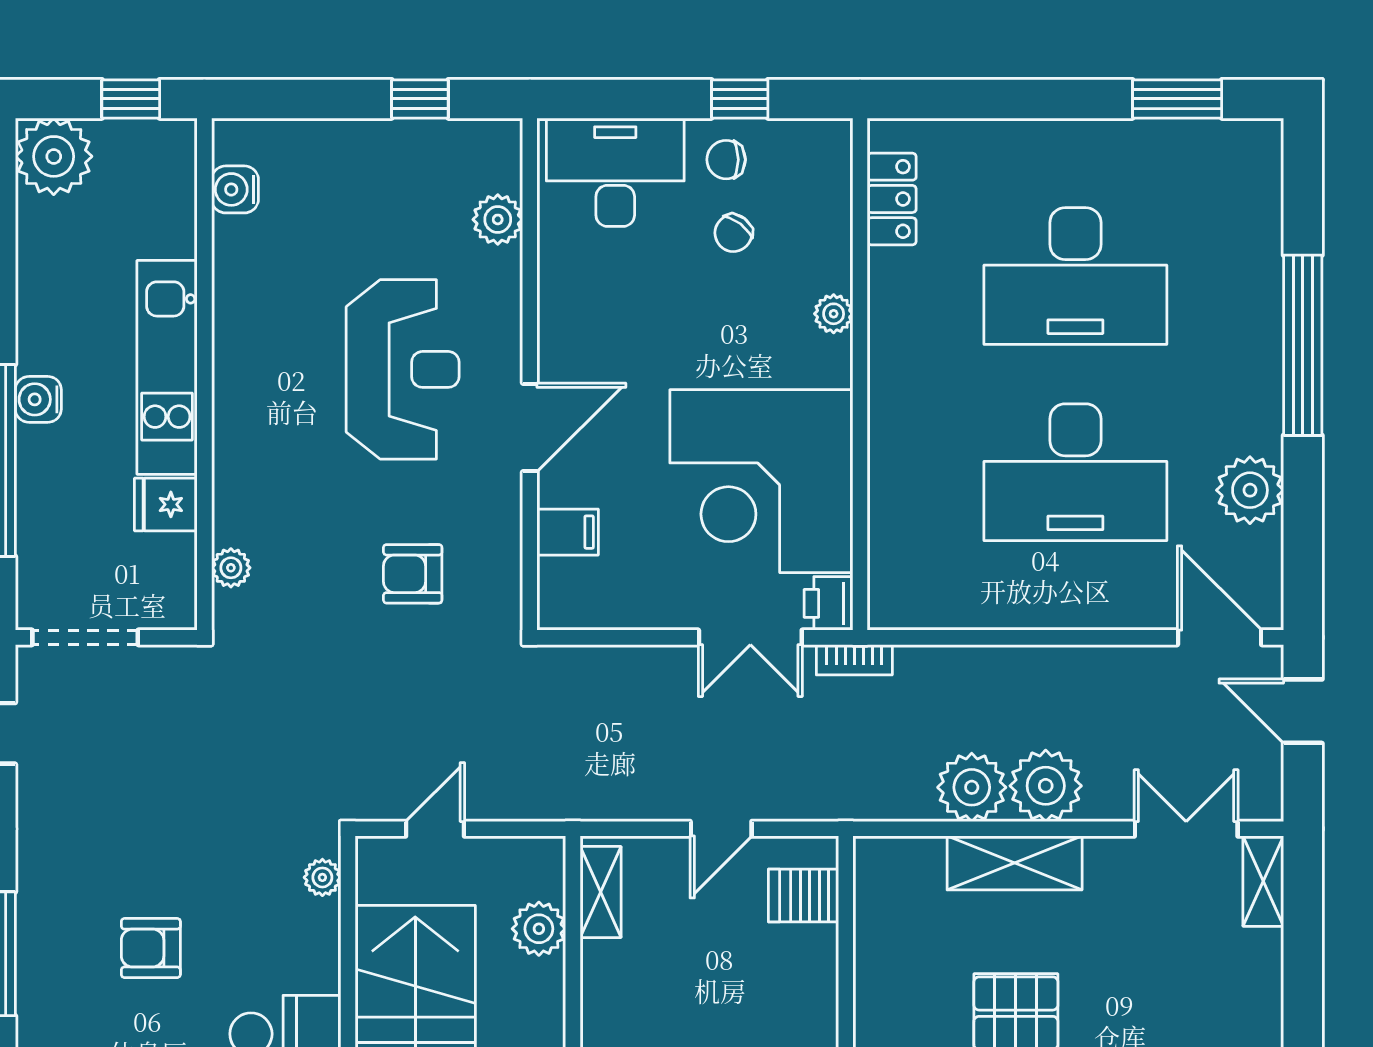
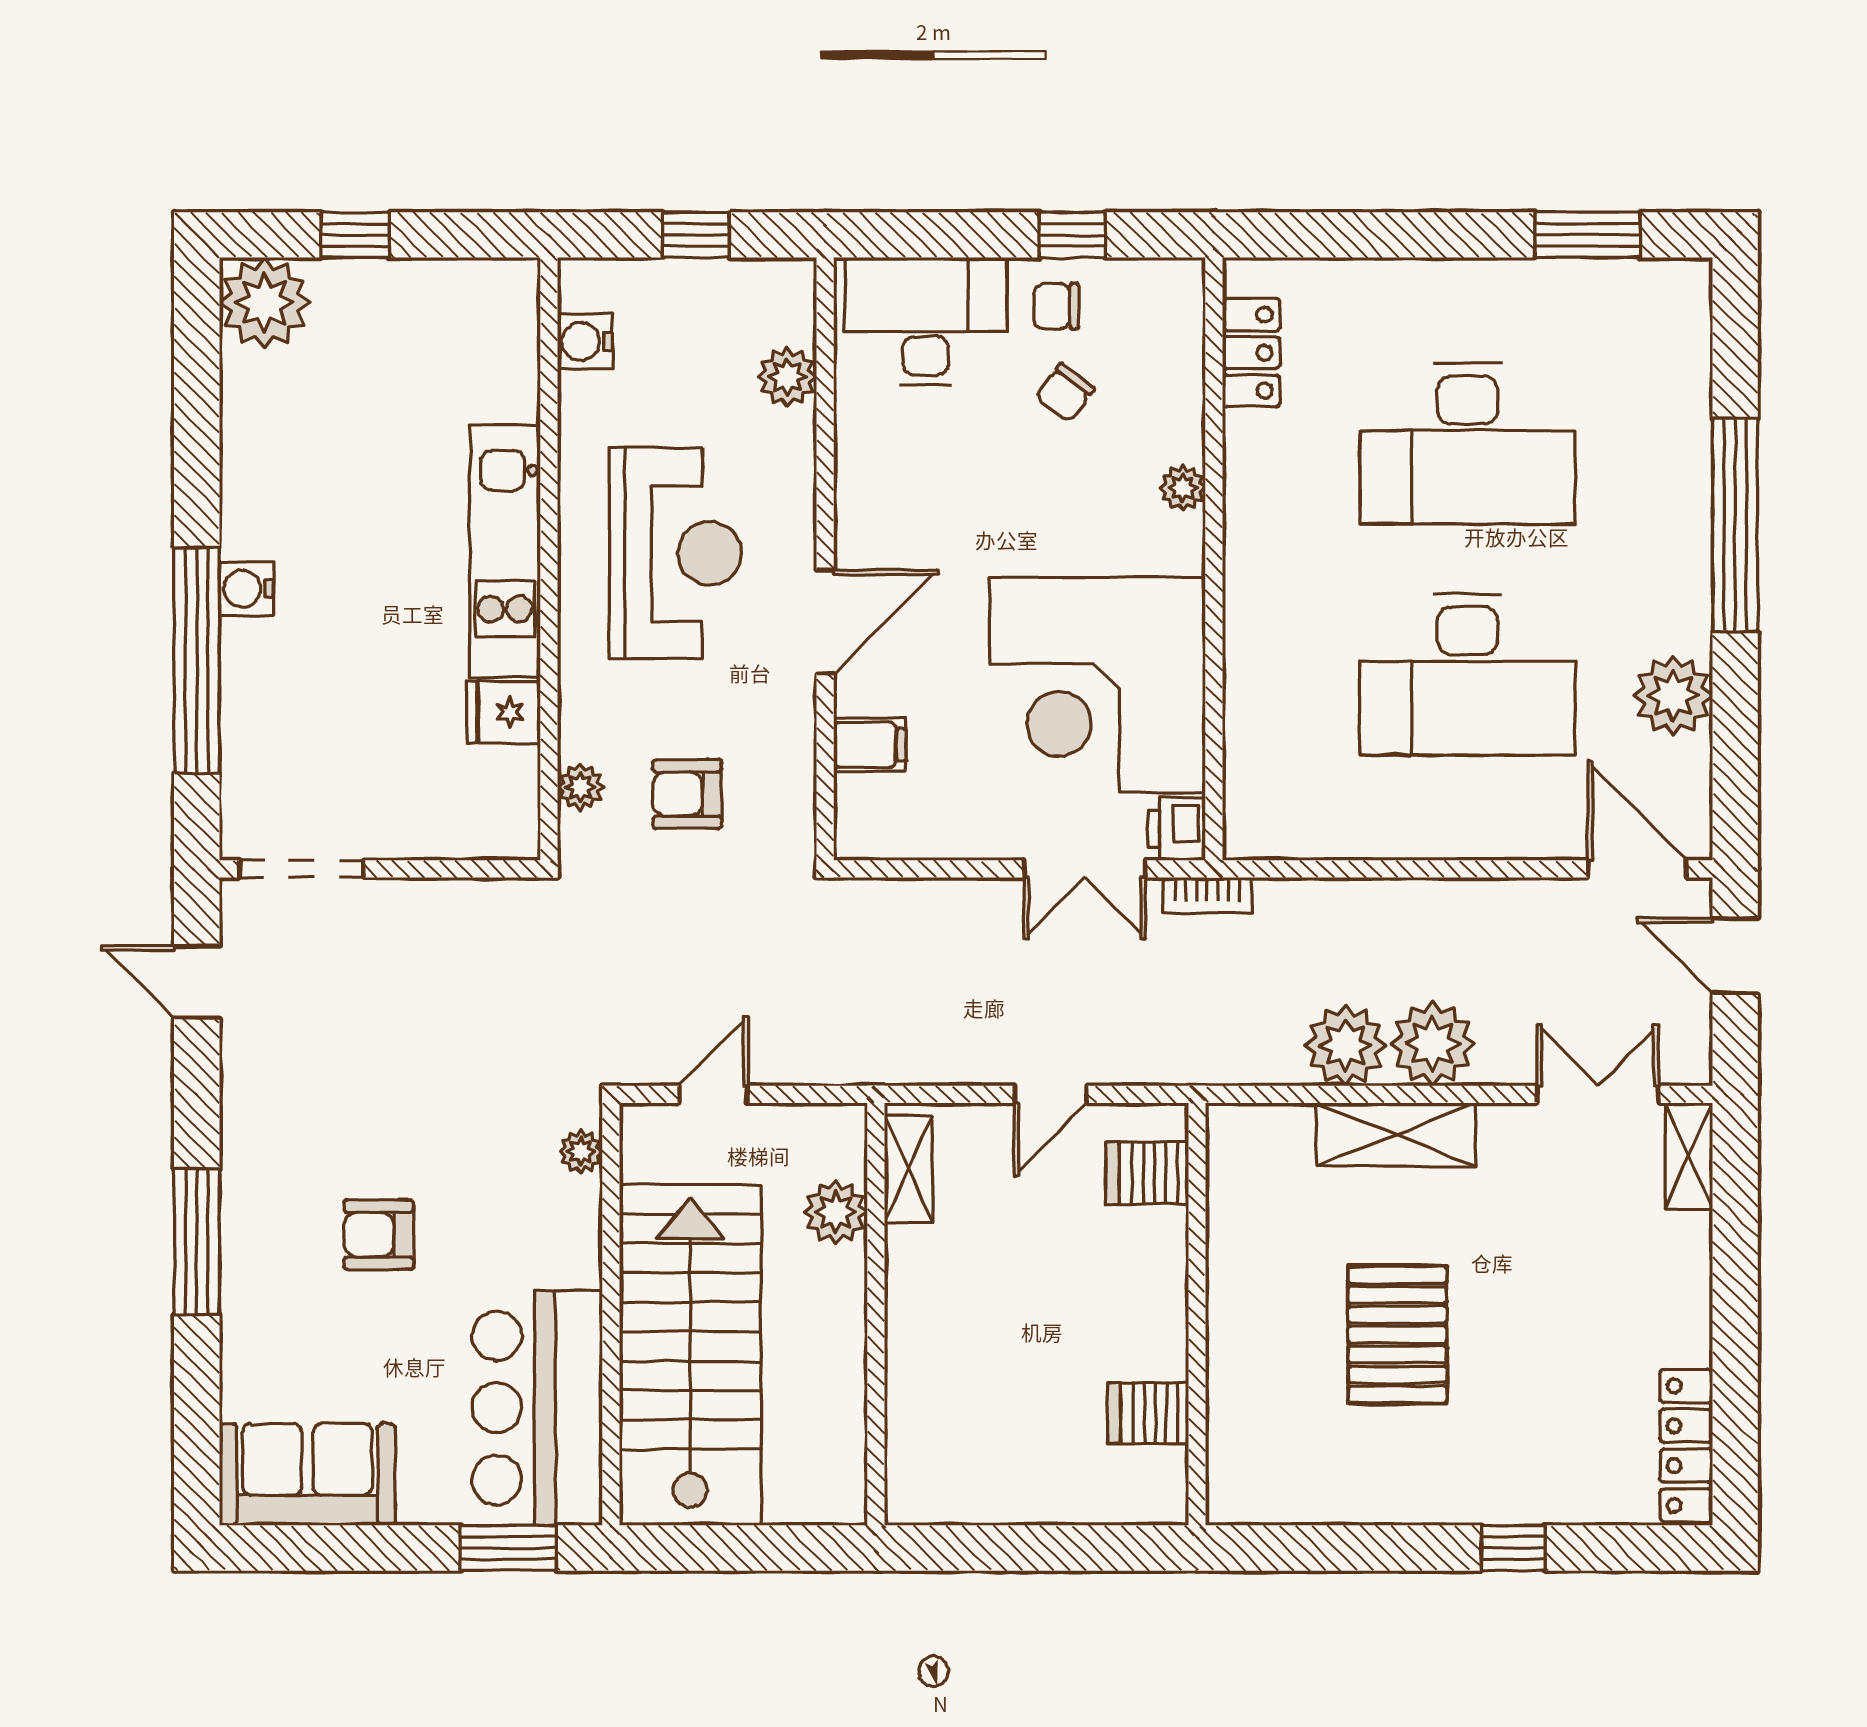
water cooler: (235, 189) -> (585, 342), moved
kitchen unit: (167, 367) -> (505, 551), moved
wall: (204, 374) -> (549, 559), moved
fridge: (166, 504) -> (504, 712), moved
plant: (231, 568) -> (580, 787), moved

